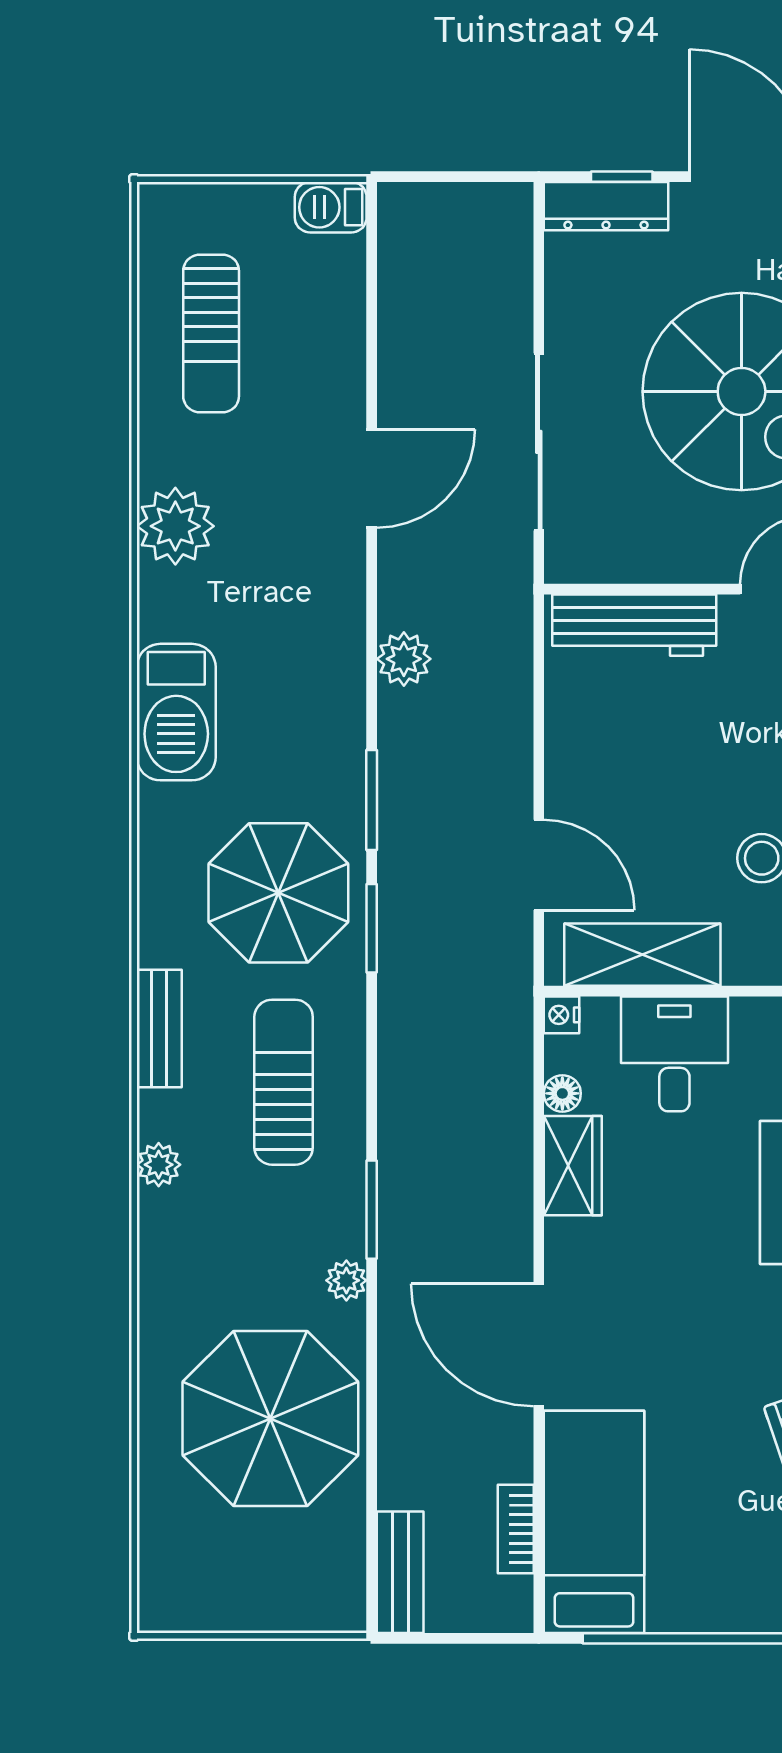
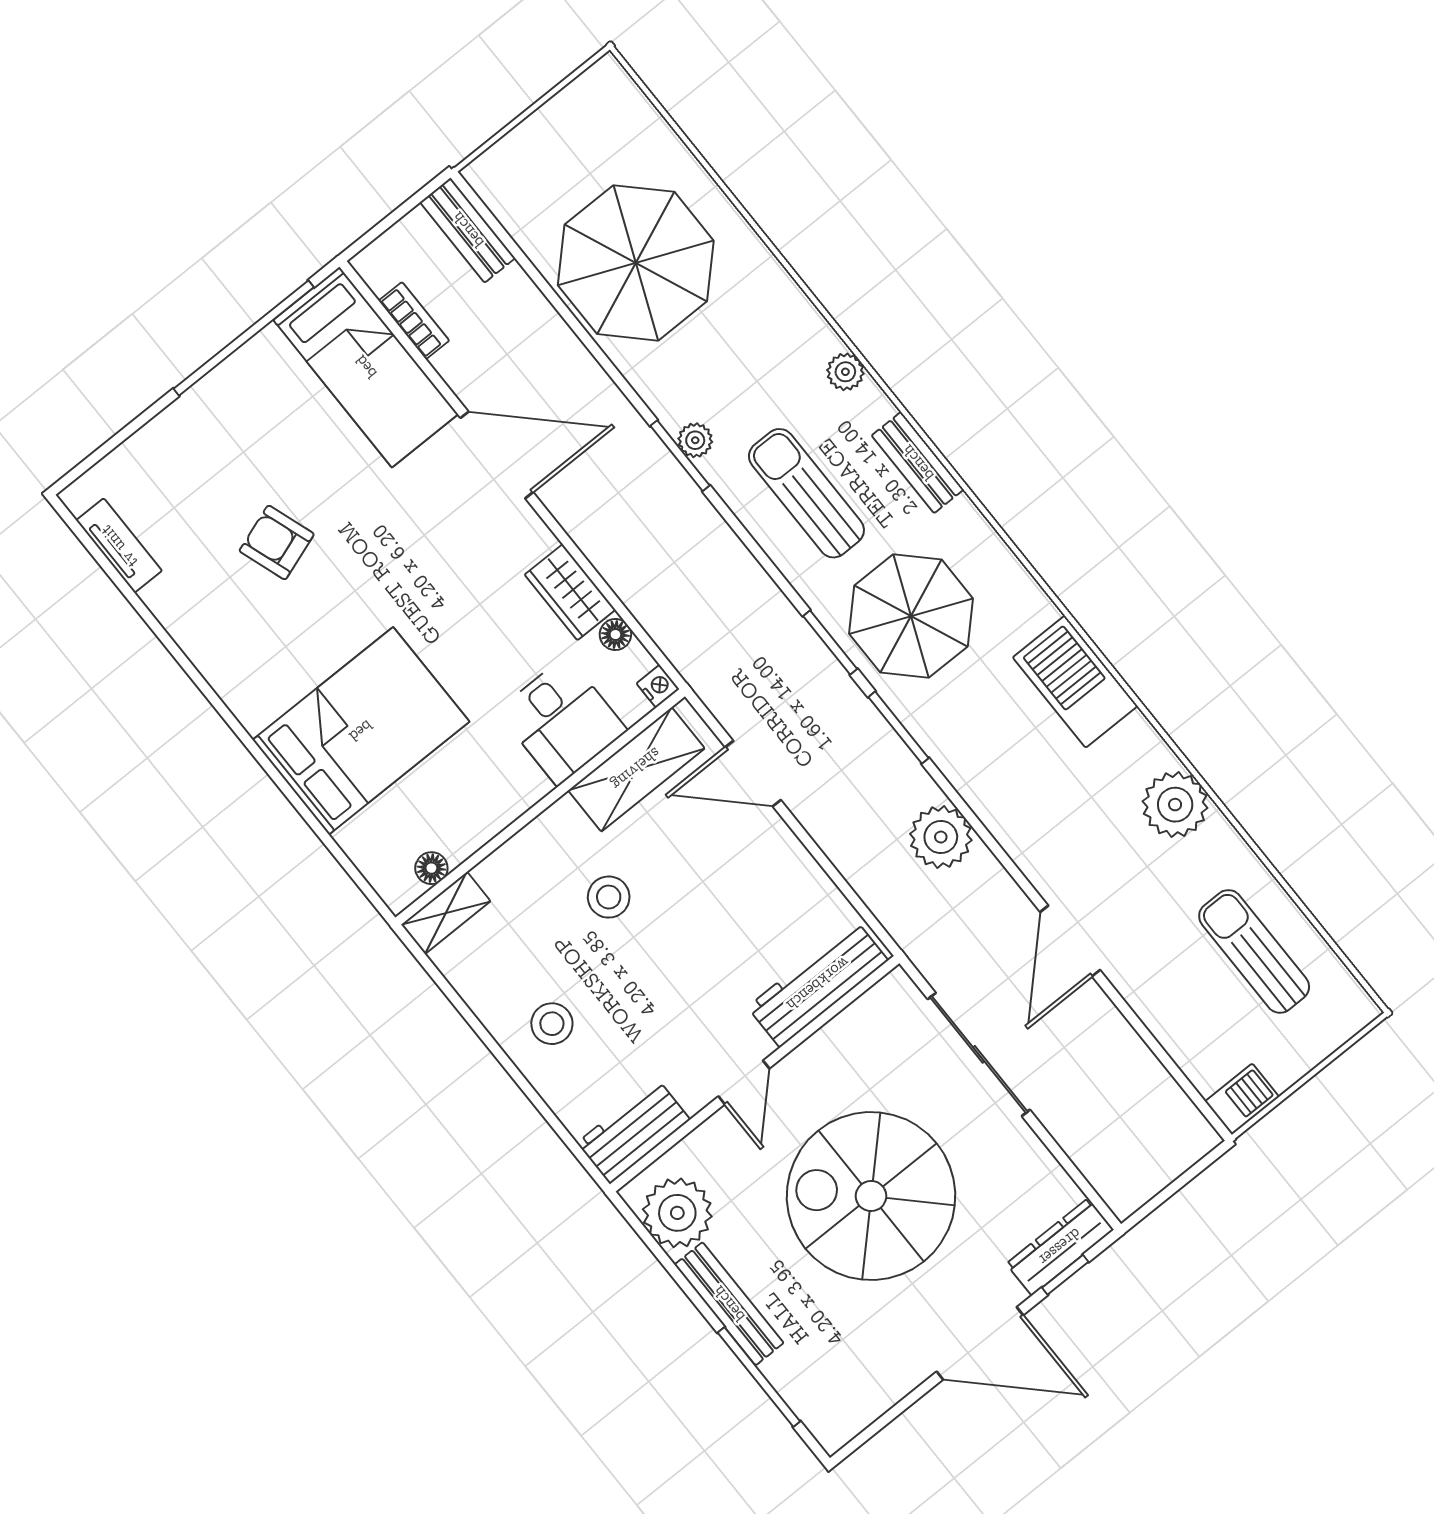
plant: (404, 659) -> (941, 837), width x1.36, depth x1.36
sun lounger: (284, 1082) -> (806, 493), turned 180
plant: (346, 1280) -> (695, 440), moved

